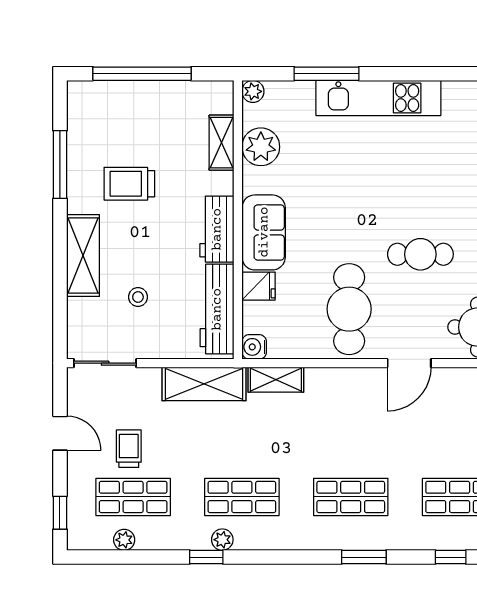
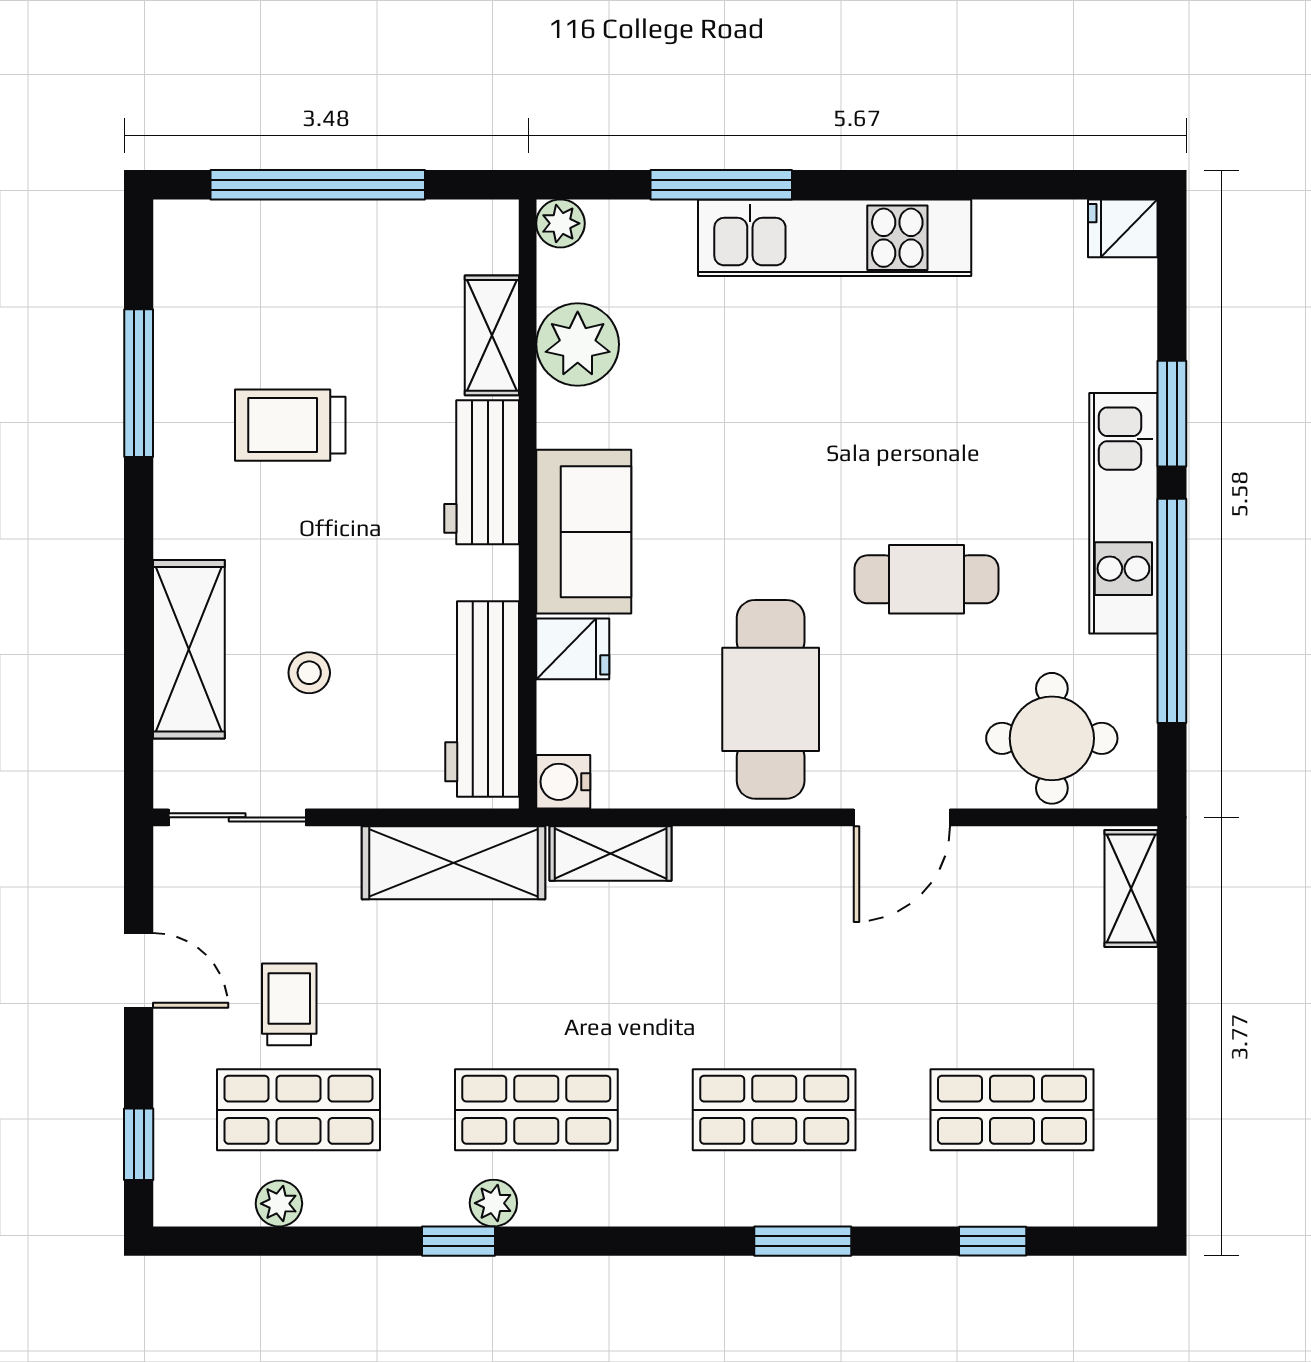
workbench: (217, 229) -> (482, 472), moved
shelving: (83, 256) -> (189, 649), moved

